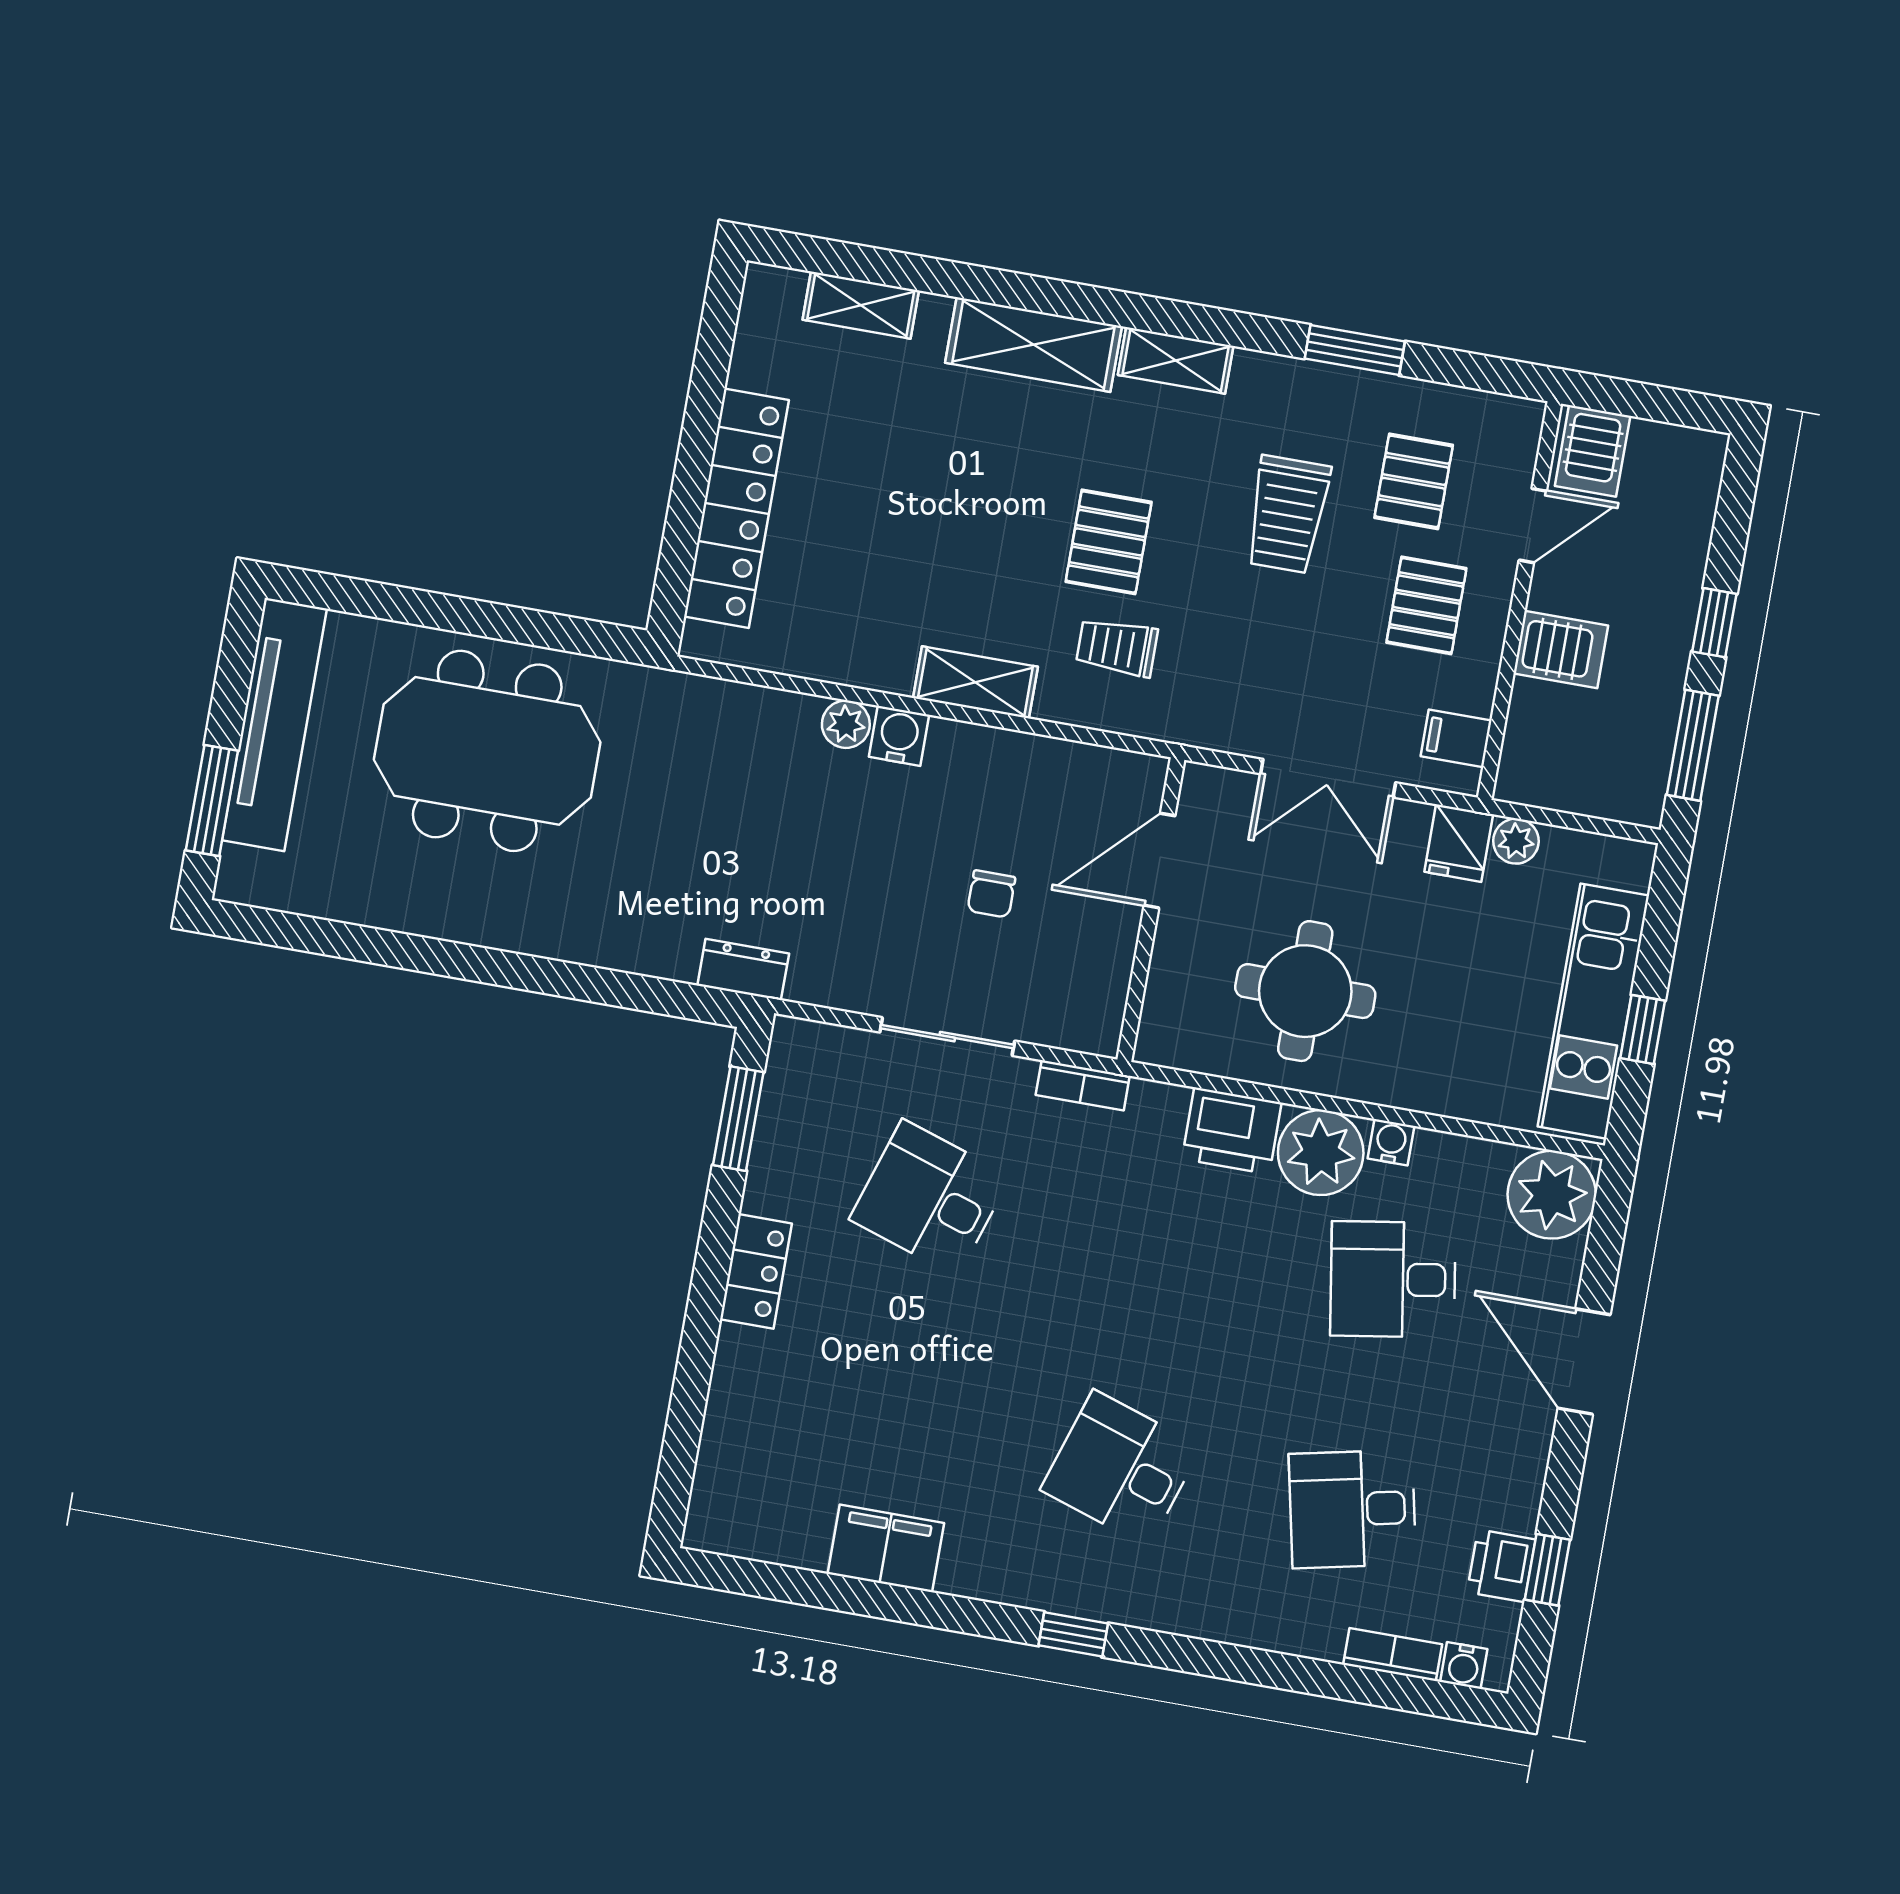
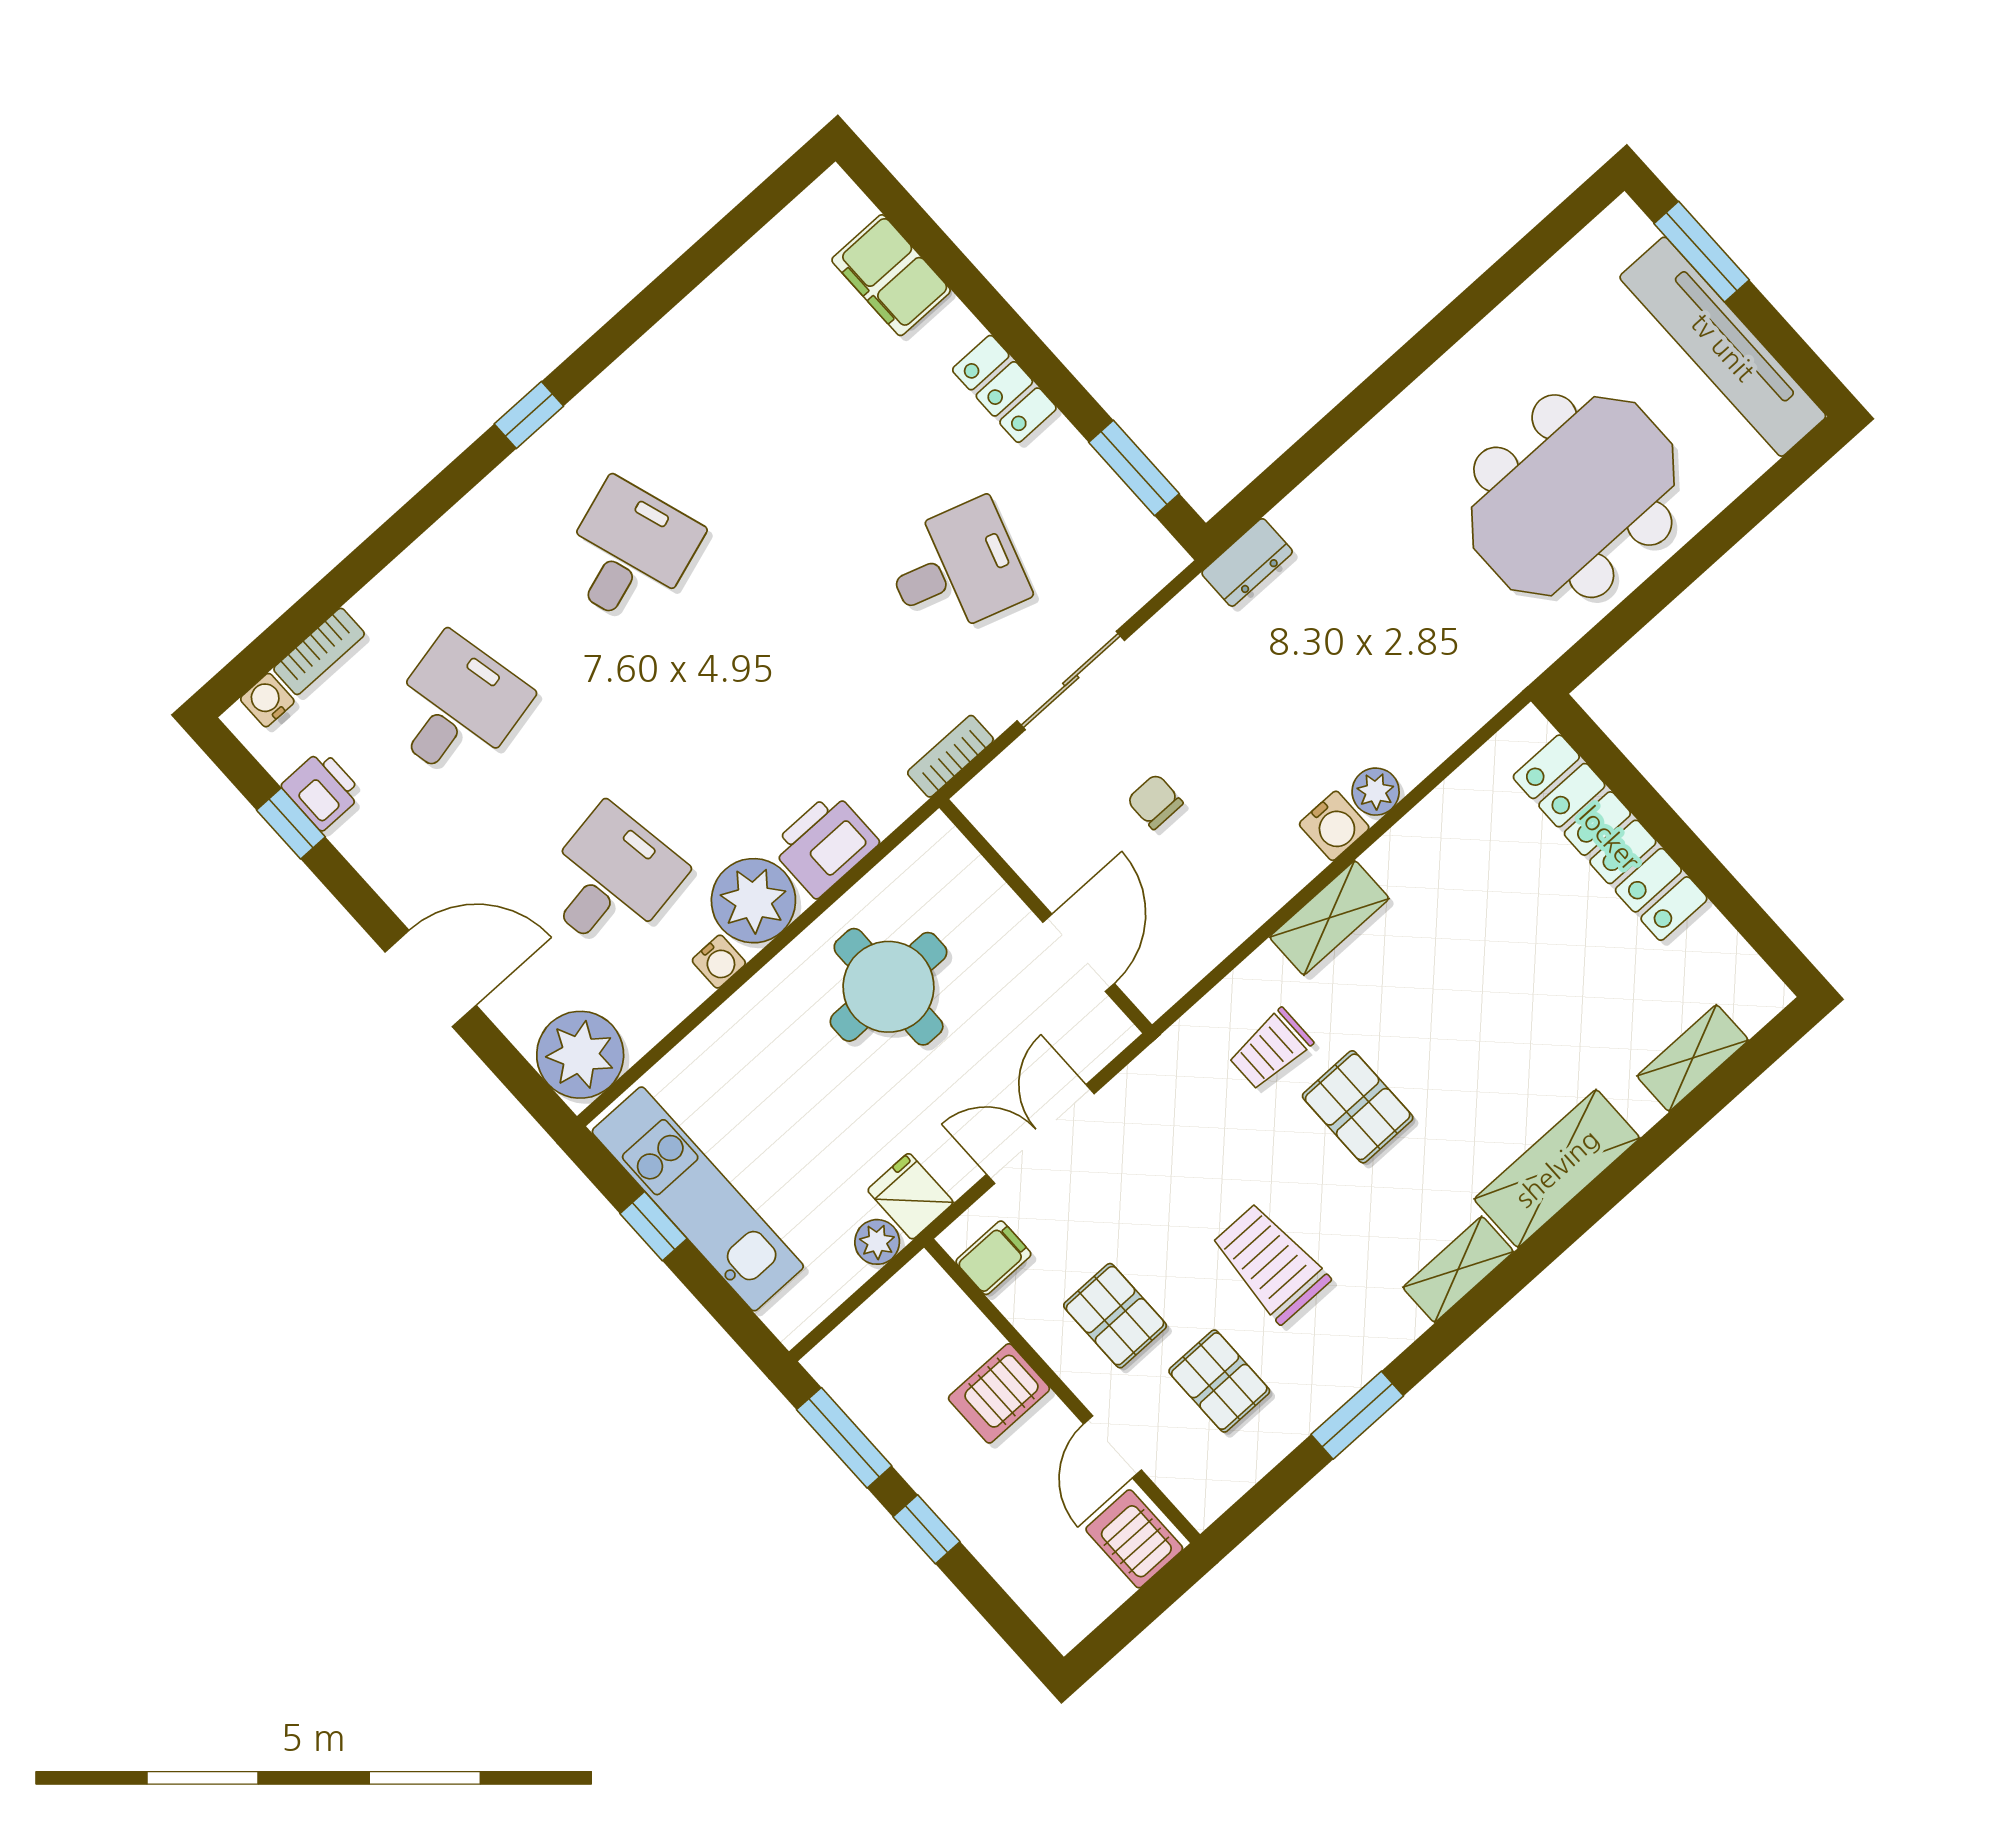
trolley: (1117, 647) -> (1271, 1049), turned 180
desk: (1121, 1468) -> (629, 553), turned -36
filing cabinet: (886, 1548) -> (891, 275), moved, turned 90

